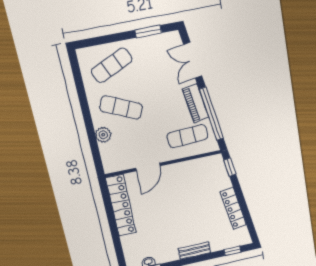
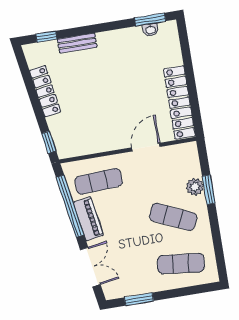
exercise mat: (112, 65) -> (181, 264), turned 30
window: (91, 133) -> (209, 190), added
bench: (194, 251) -> (77, 43), moved

